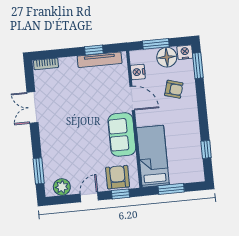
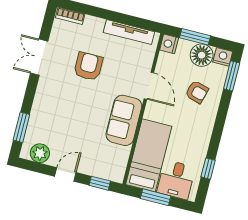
window: (94, 50) -> (127, 20), removed
nightstand: (138, 72) -> (169, 44), moved
desk: (183, 168) -> (176, 180), added
armchair: (118, 177) -> (88, 66), moved

